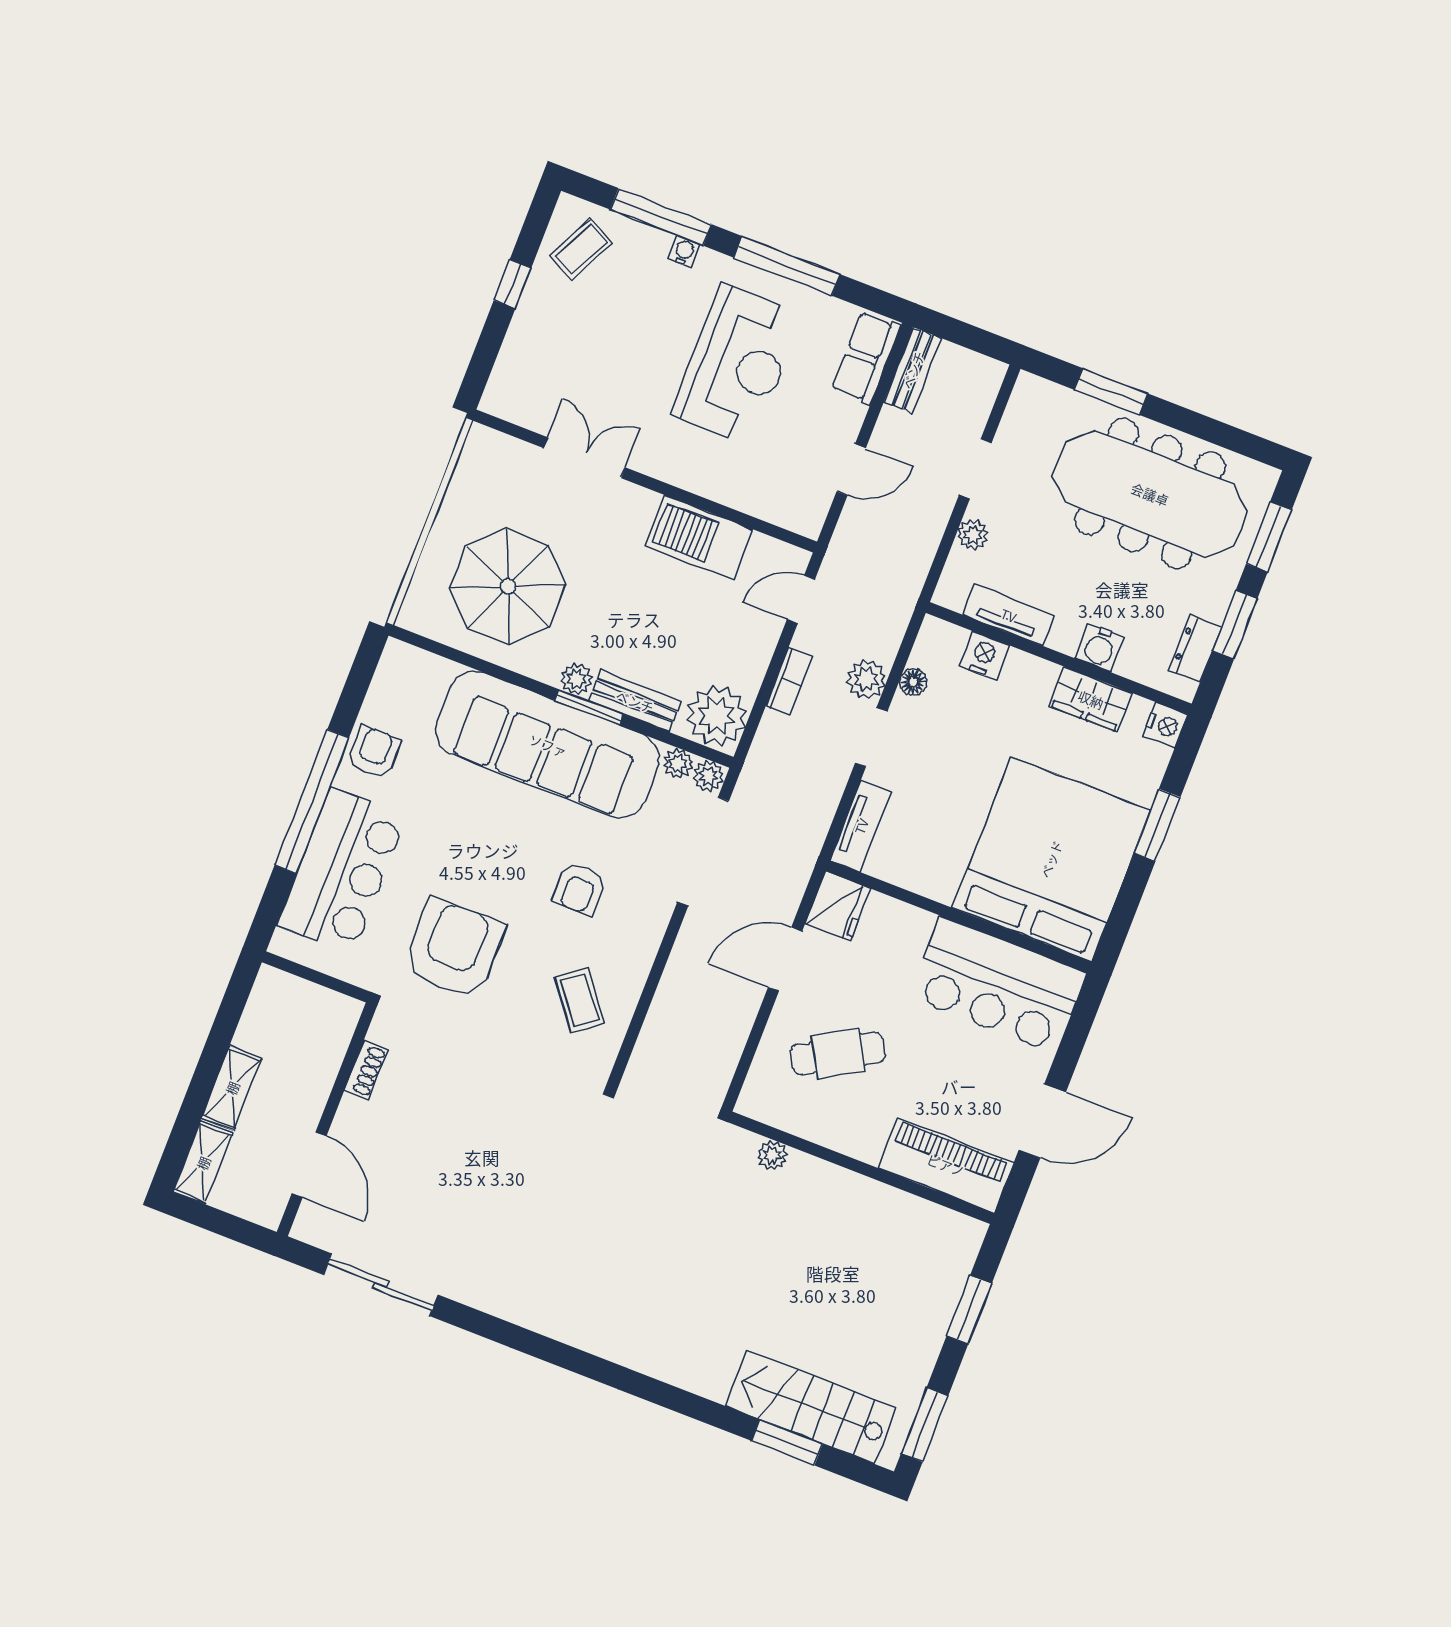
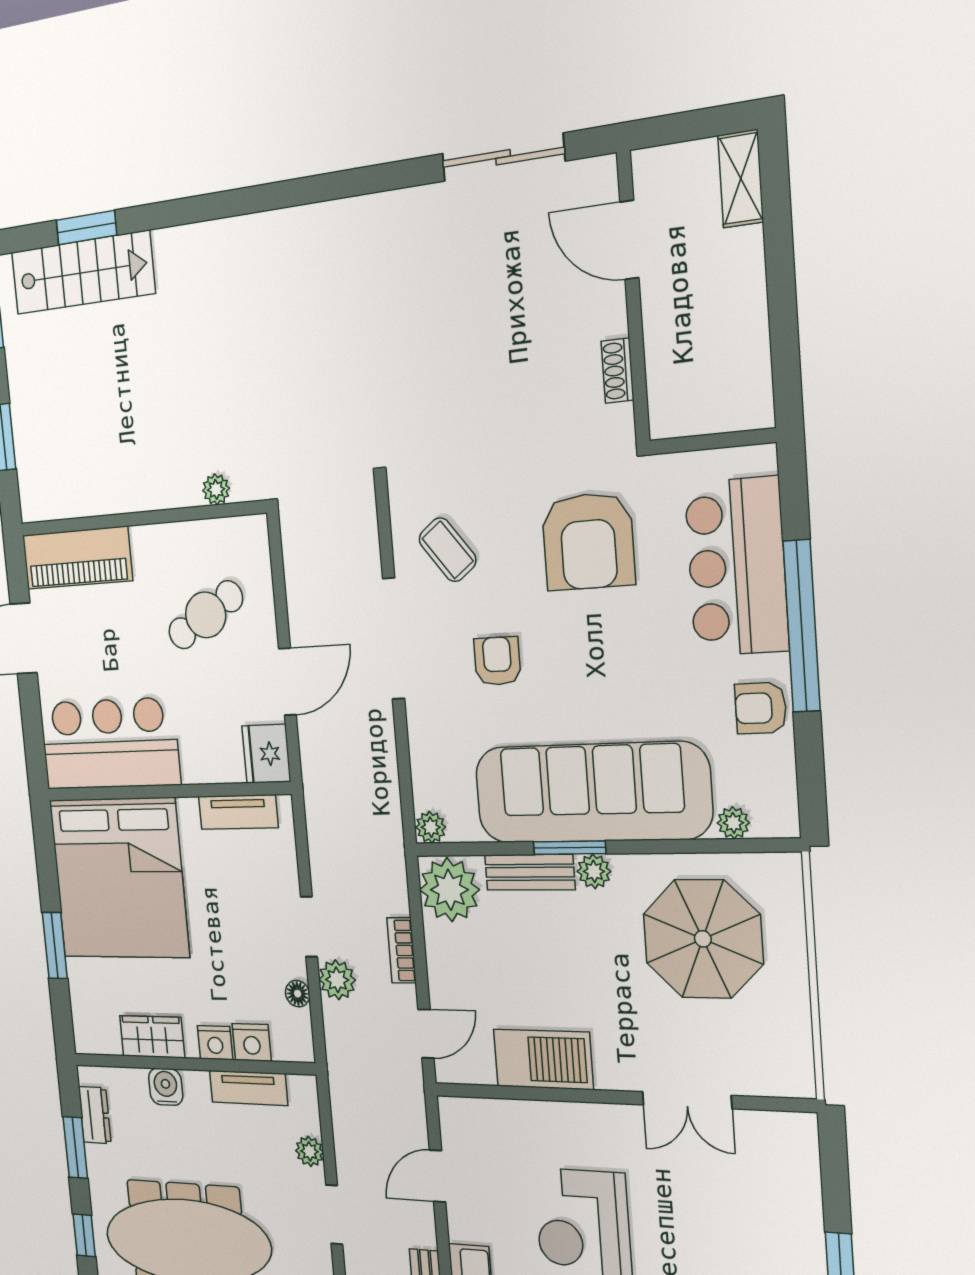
window: (1269, 537) -> (84, 1235), width x0.67
nightstand: (1165, 726) -> (215, 1043), moved, turned -90
armchair: (374, 752) -> (761, 708), turned 90
plant: (678, 763) -> (733, 823), moved
tv unit: (861, 826) -> (238, 812), moved, turned -90
doorway: (703, 851) -> (394, 639), moved
shelving: (232, 1088) -> (746, 276), removed

